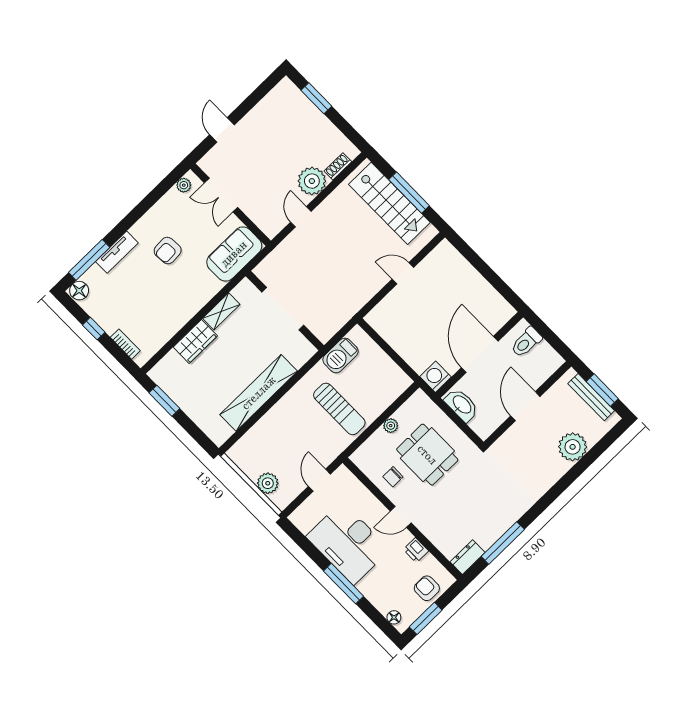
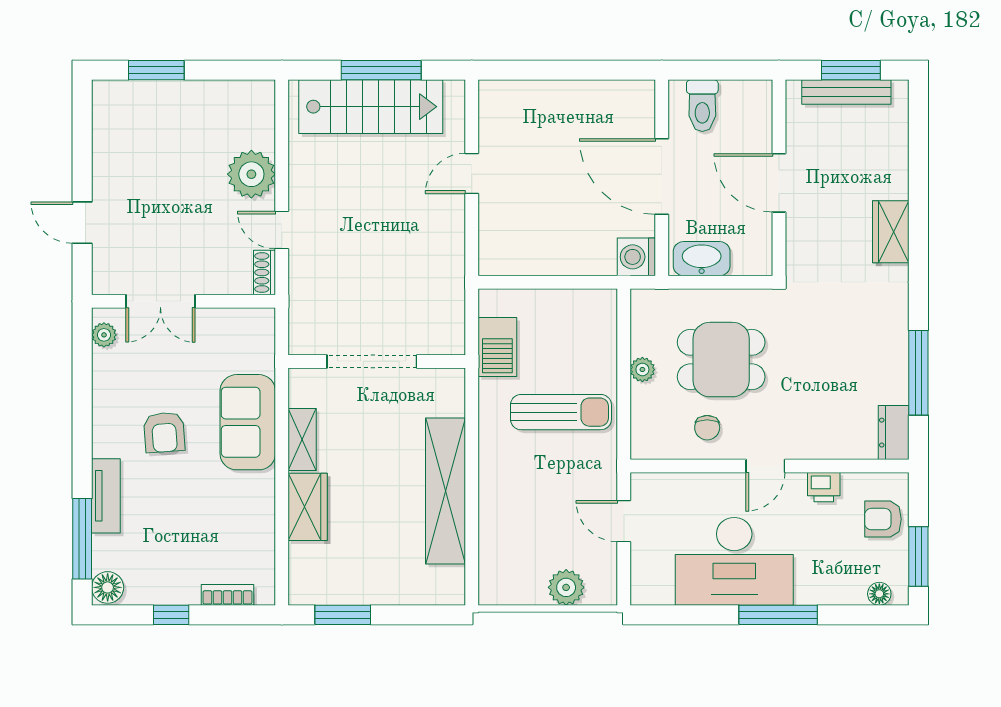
shoe rack: (338, 166) -> (264, 272), moved
sofa: (234, 254) -> (248, 422), moved
plant: (573, 447) -> (885, 174), removed
wardrobe: (551, 473) -> (891, 232), added

